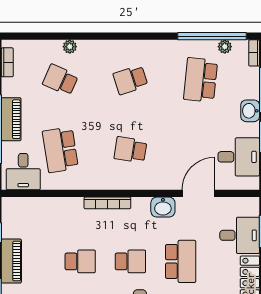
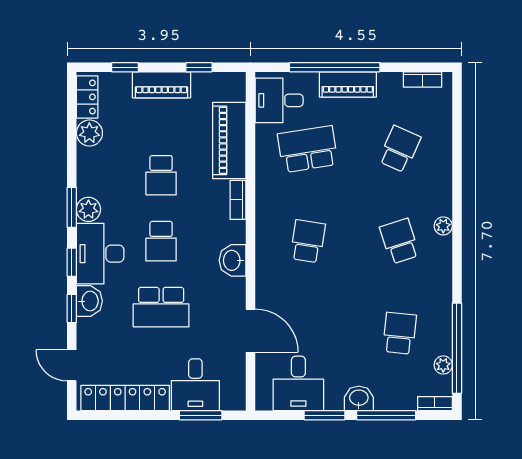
plant: (70, 47) -> (443, 226), moved
school desk: (201, 80) -> (400, 333), width x0.54
bookcase: (107, 203) -> (238, 200), width x0.64
washbasin: (163, 207) -> (232, 260), moved
piano: (54, 210) -> (229, 140), added

